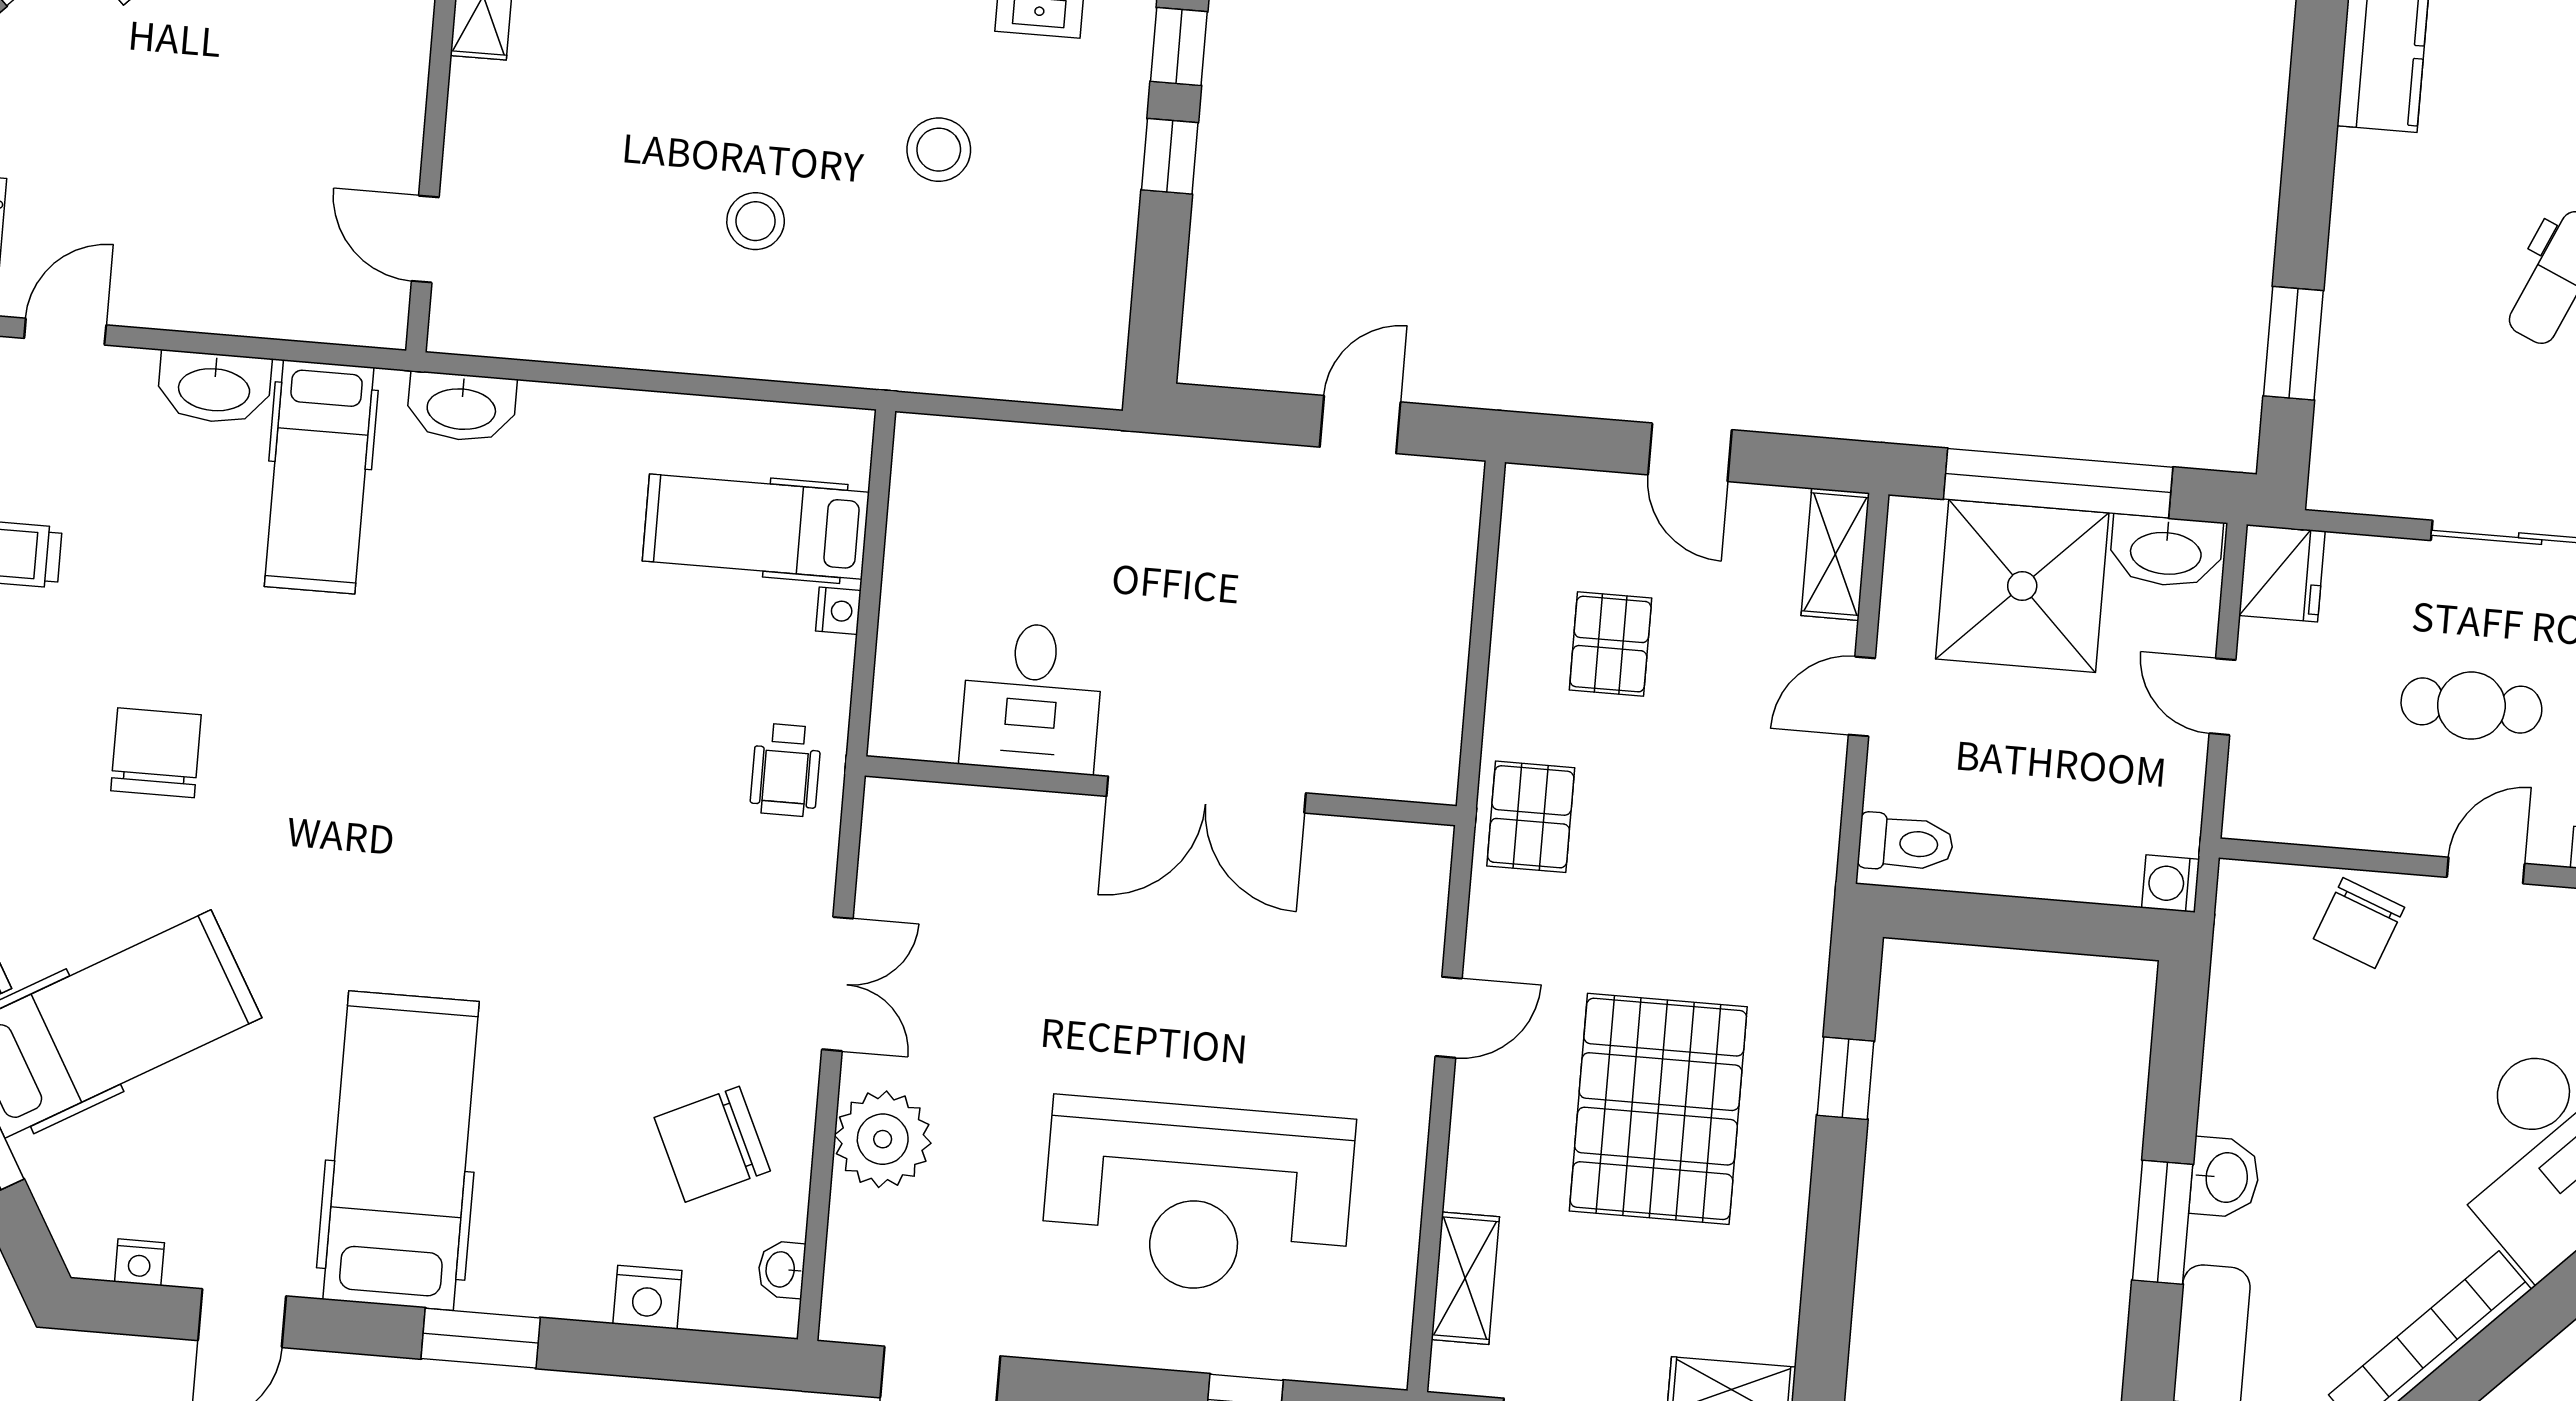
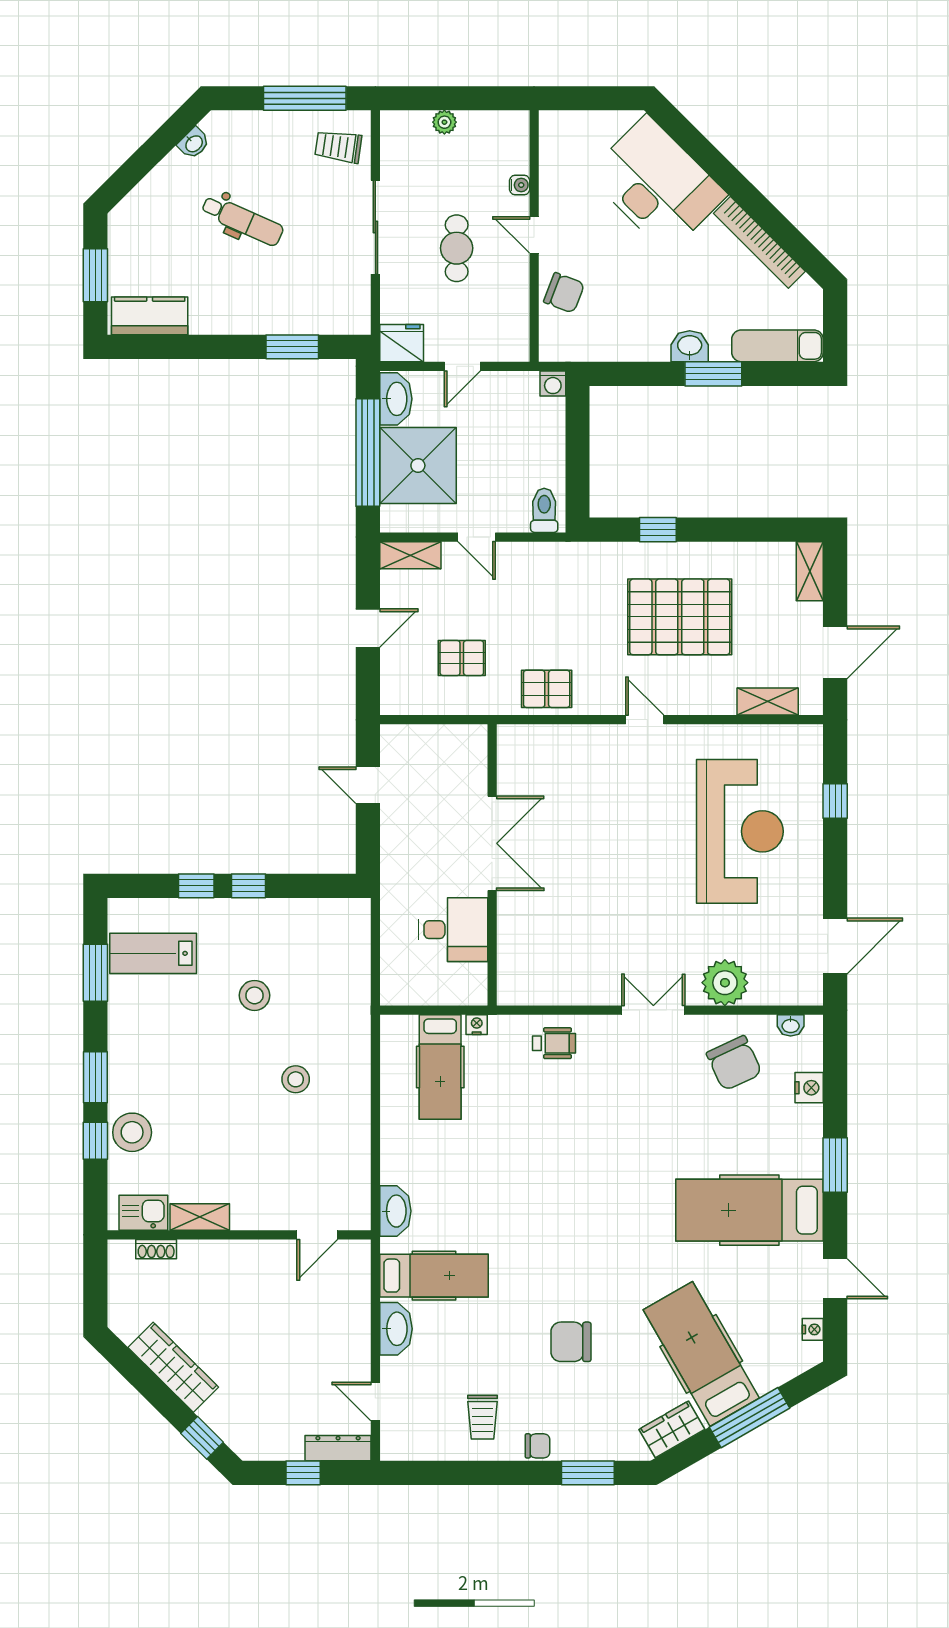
desk: (1032, 697) -> (453, 930), moved
wall: (1161, 791) -> (492, 865), moved
double door: (1206, 795) -> (492, 843), moved

